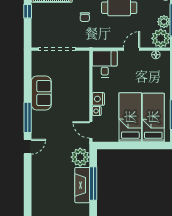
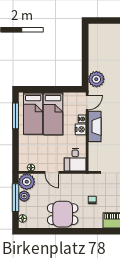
door: (132, 49) -> (52, 172), hinge flipped
door: (91, 130) -> (87, 103), hinge flipped
window: (93, 184) -> (85, 56), removed
fireplace: (82, 185) -> (95, 126), moved

